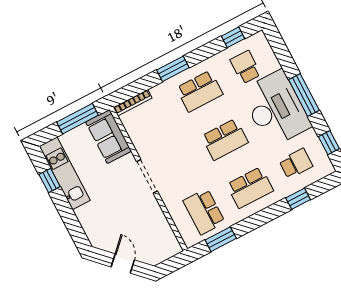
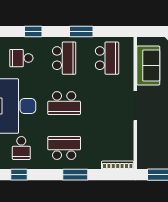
sofa: (108, 137) -> (148, 65), moved
school desk: (225, 139) -> (64, 103), turned 180
school desk: (250, 188) -> (64, 58), turned 90
window: (221, 239) -> (81, 31), moved

